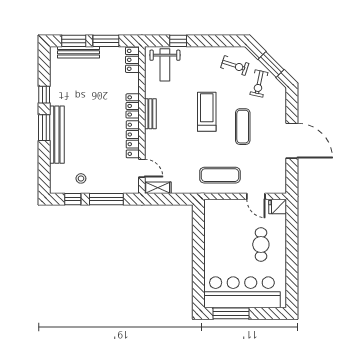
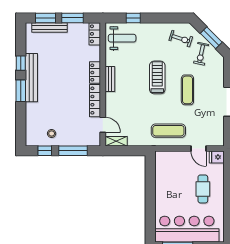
weight bench: (165, 65) -> (122, 38), turned -90
bench: (57, 135) -> (31, 78), moved

